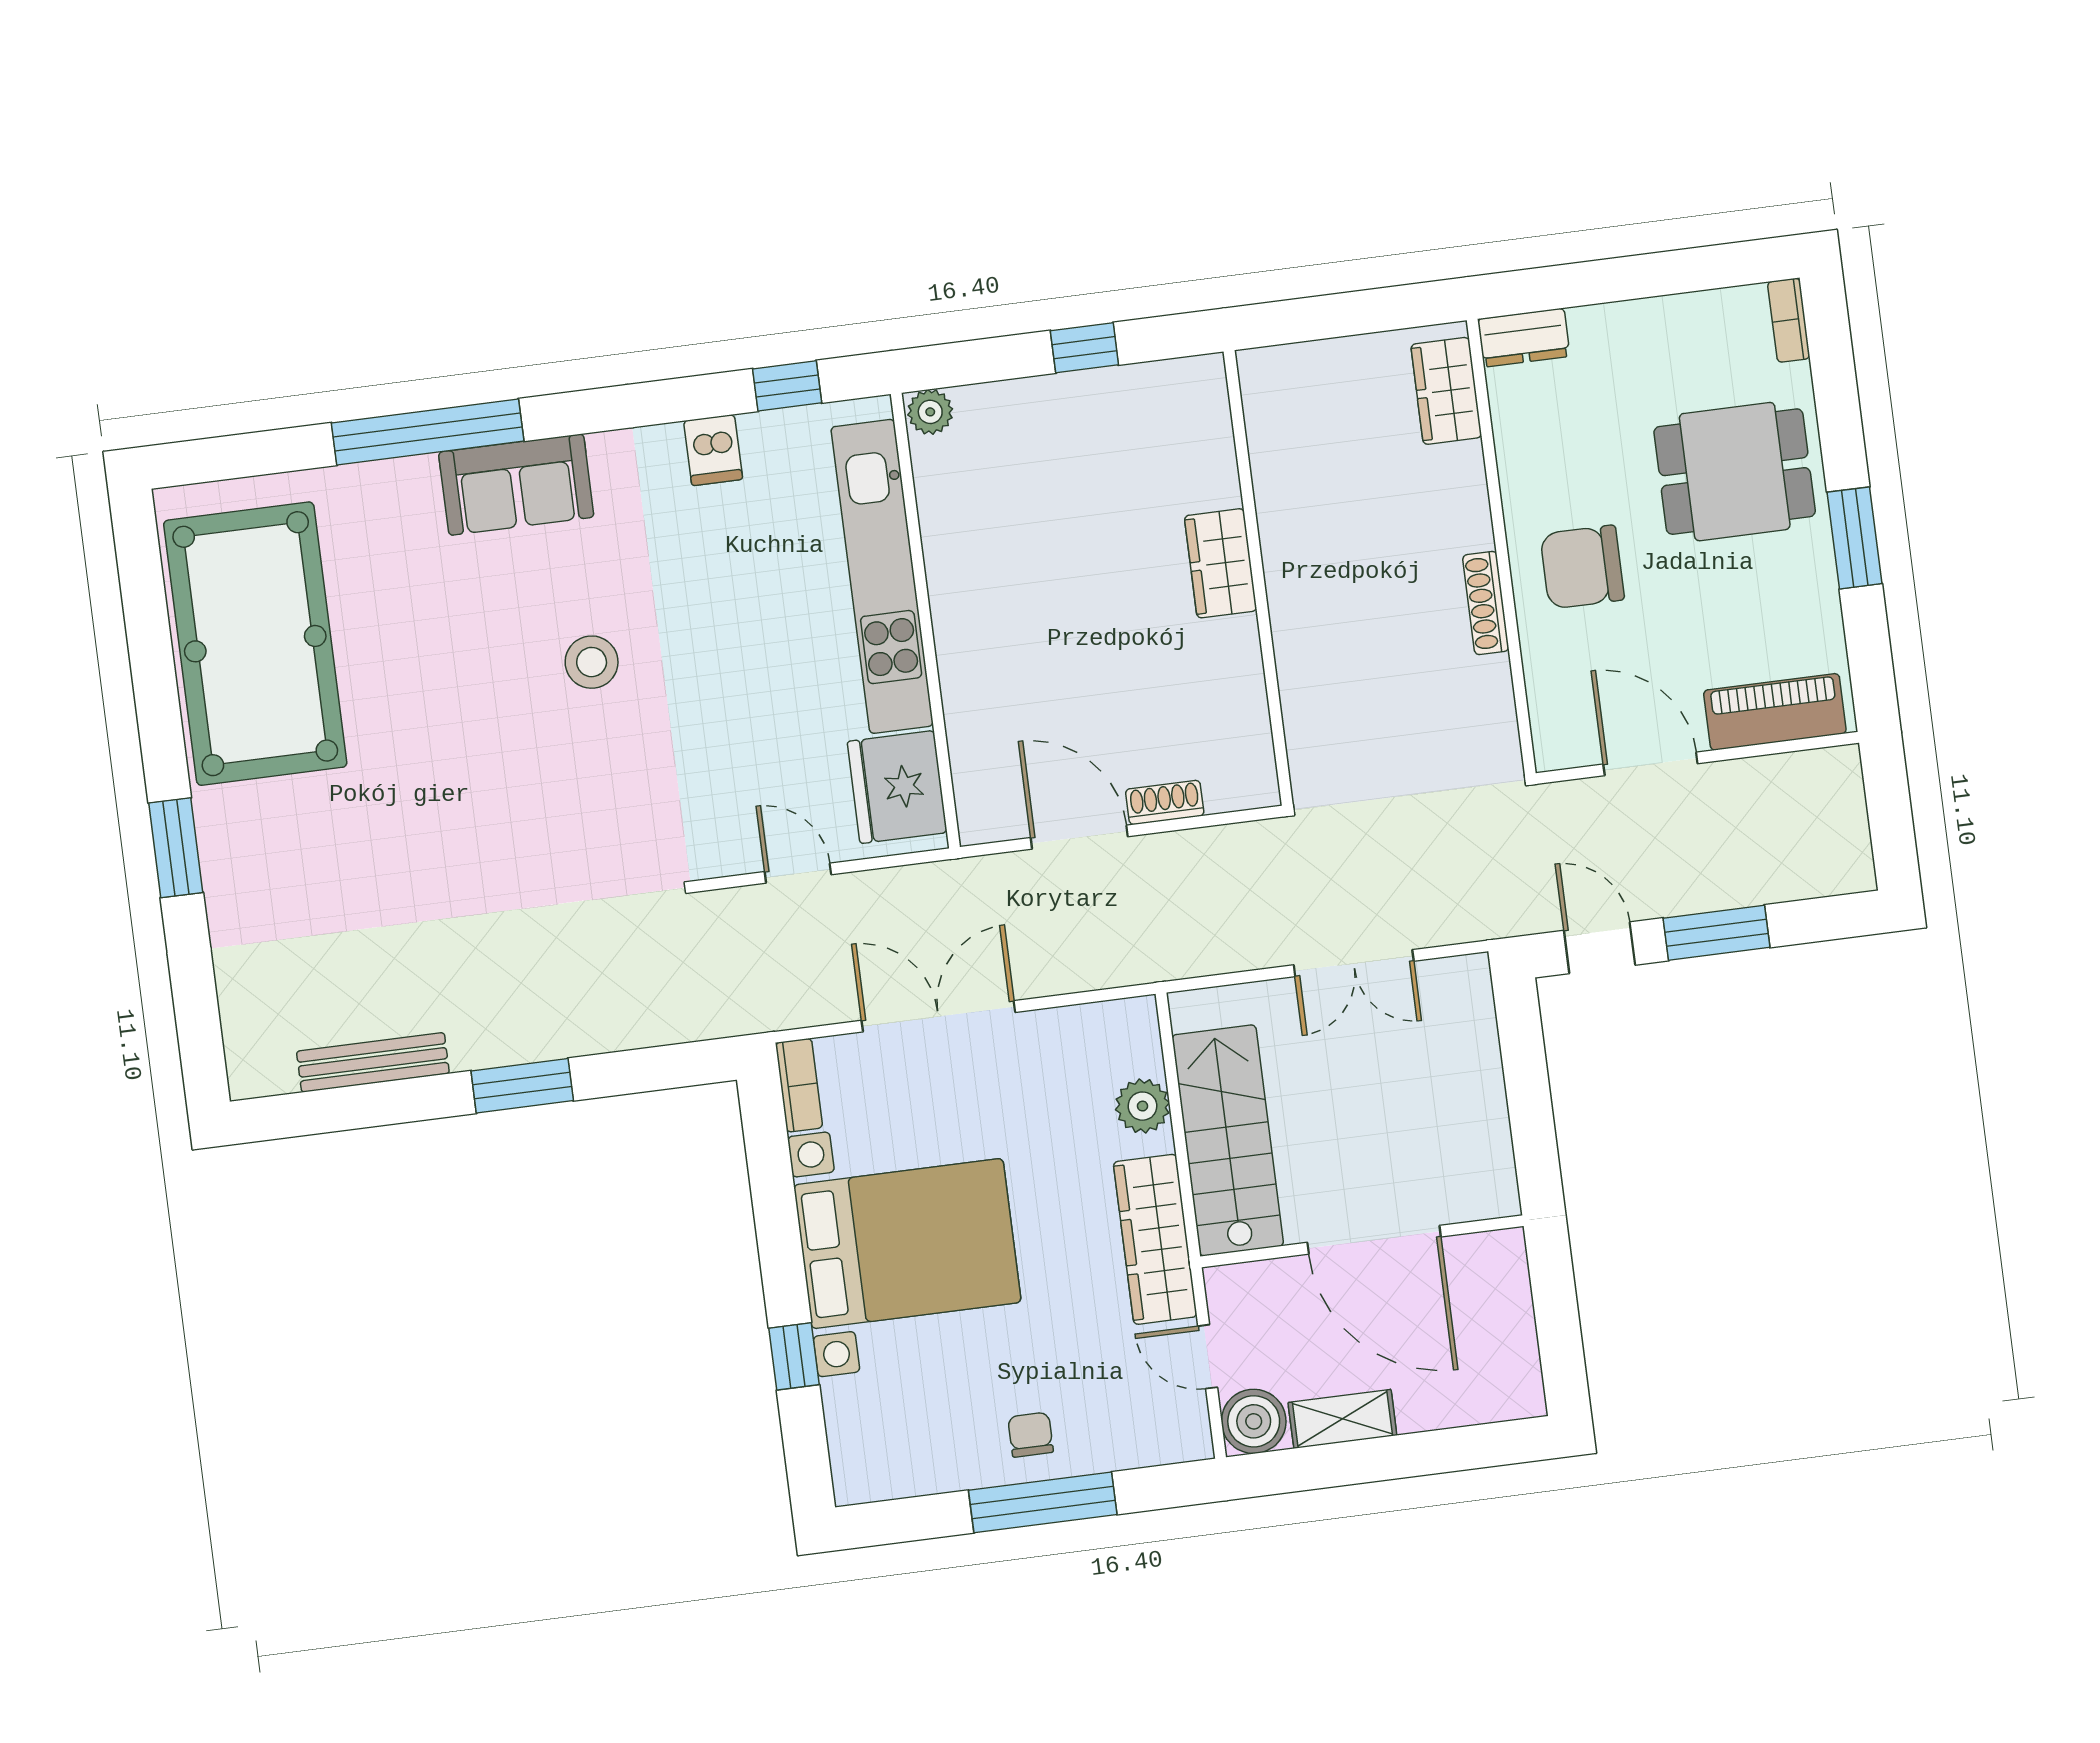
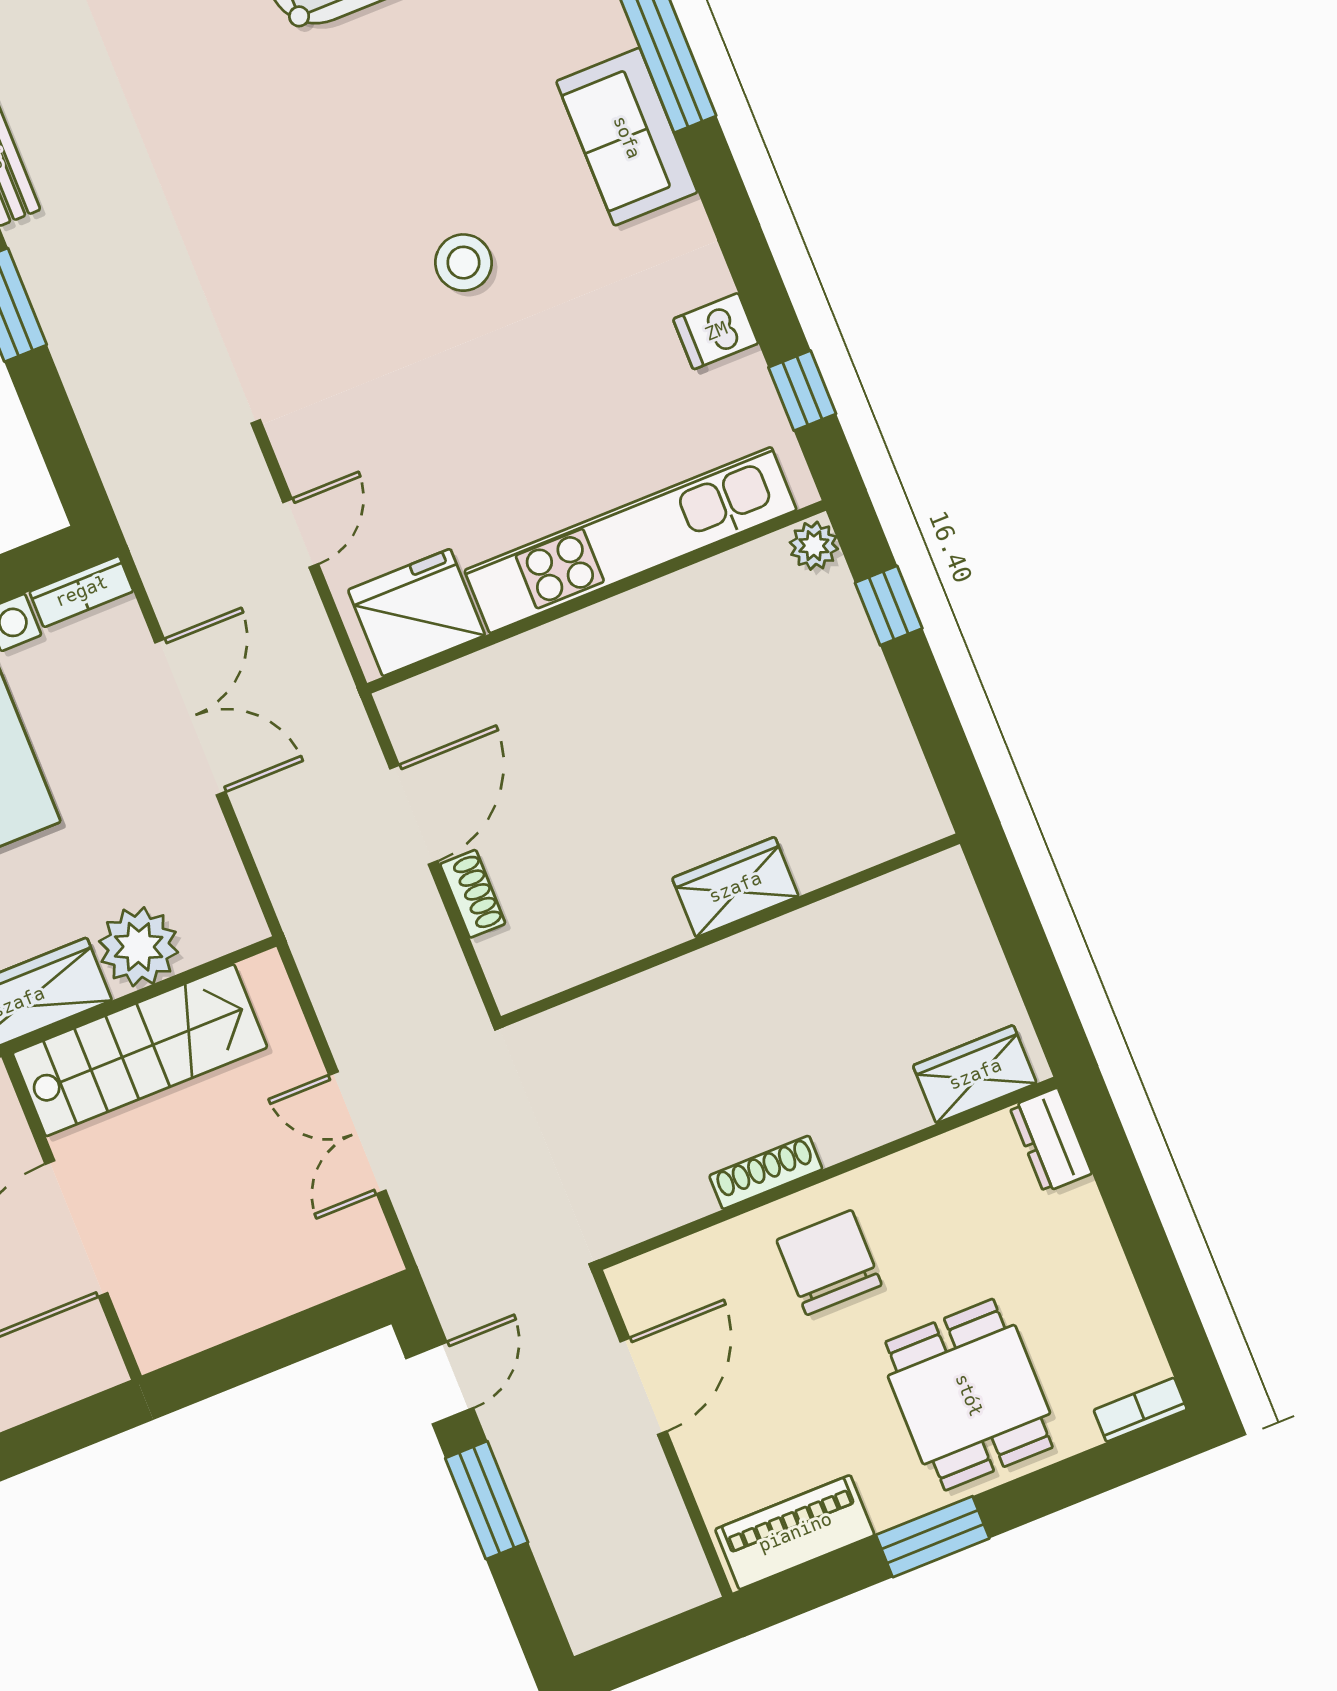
window: (1084, 348) -> (889, 606), moved
piano: (1775, 712) -> (795, 1532), moved, turned -90
plant: (1143, 1106) -> (139, 947), width x1.36, depth x1.36

